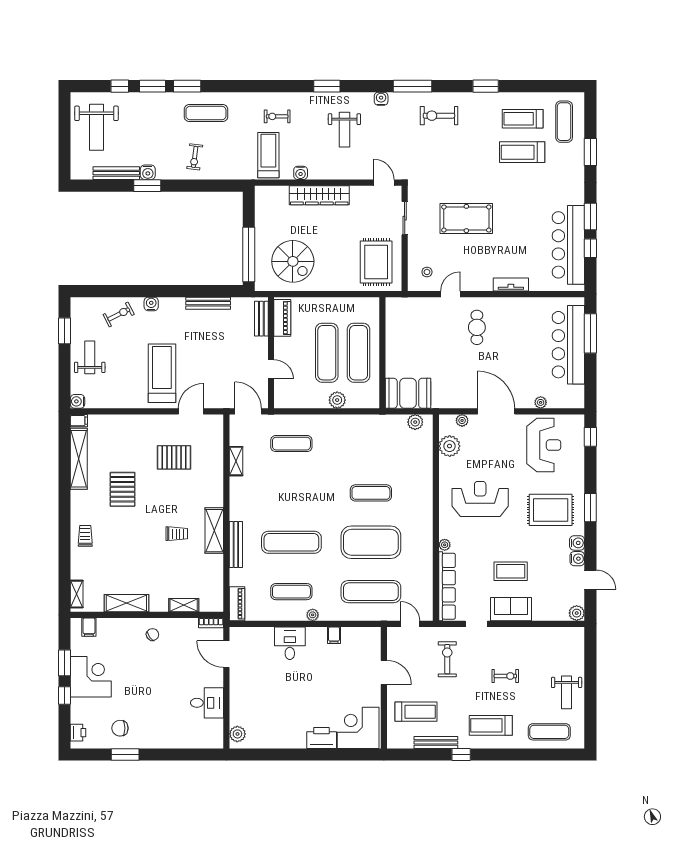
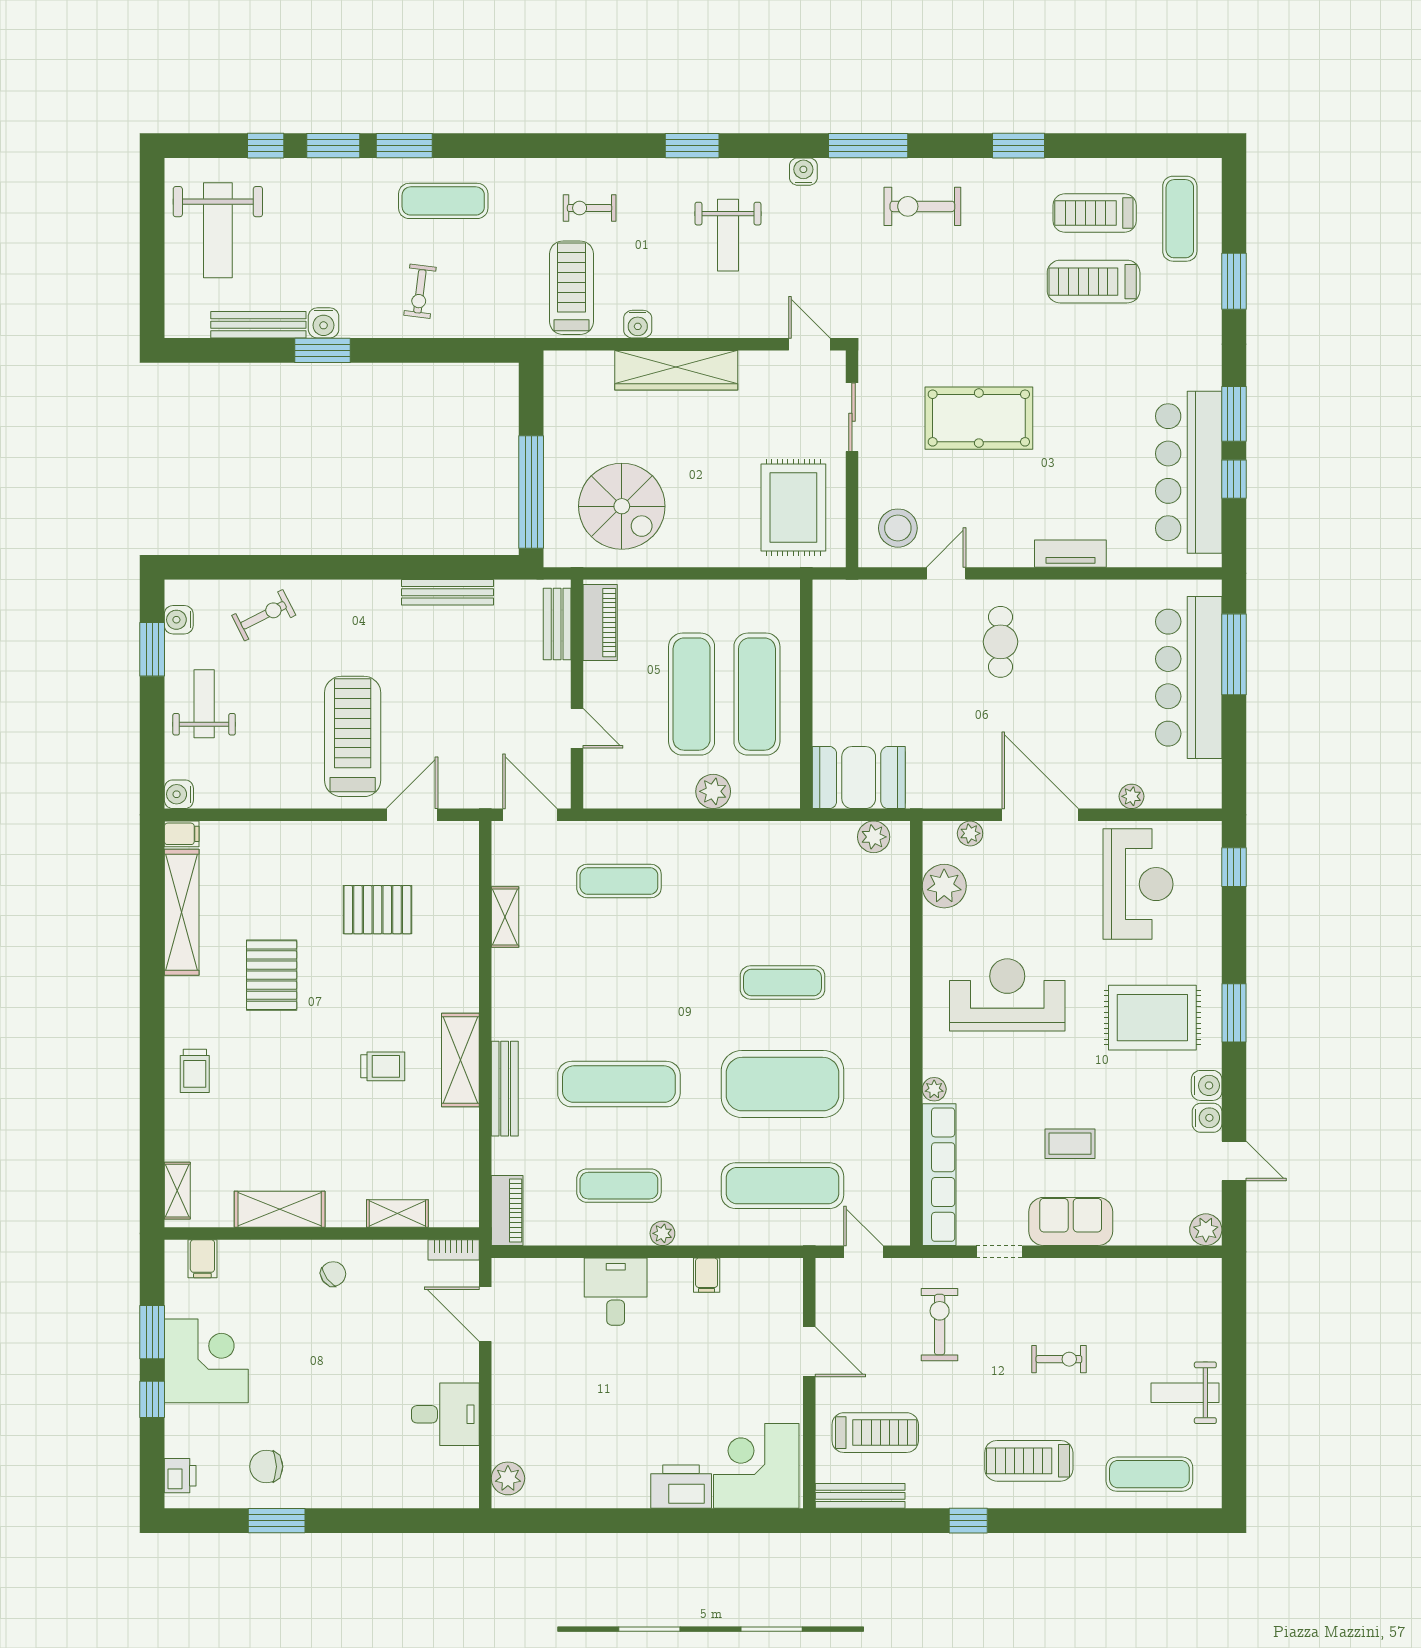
stool: (427, 272) -> (898, 528), width x1.89, depth x1.89
water cooler: (151, 304) -> (179, 620), moved, turned -90
trolley: (85, 536) -> (195, 1071), turned 180
coffee table: (511, 571) -> (1070, 1144), width x0.73, depth x0.77
weight bench: (567, 692) -> (1185, 1393), turned 90
bench: (436, 742) -> (860, 1496), moved

